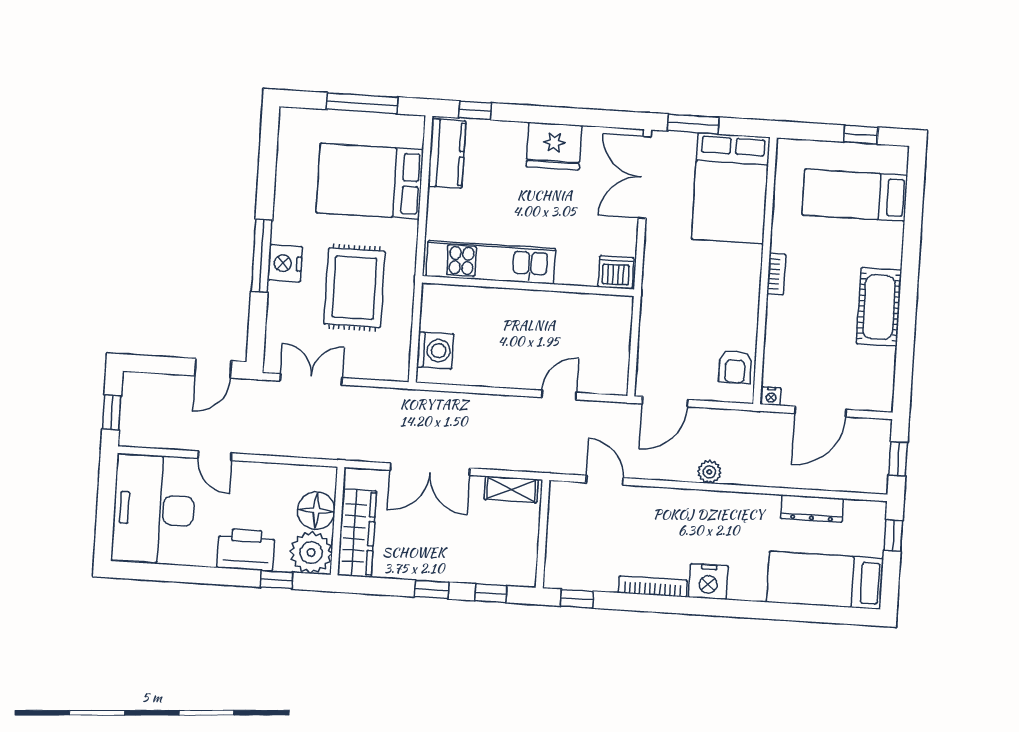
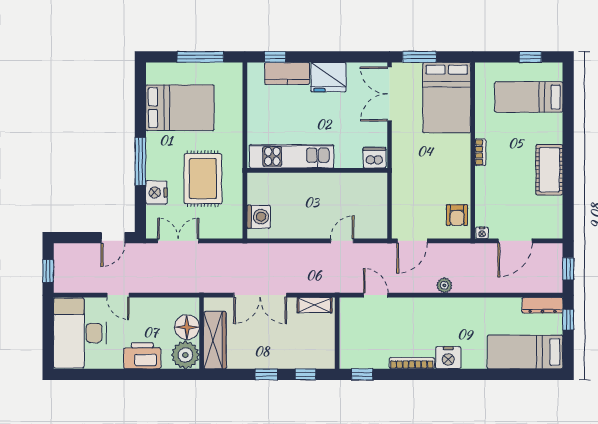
kitchen counter: (447, 154) -> (287, 73), moved, turned 90
bed: (370, 181) -> (180, 108), moved, turned 180
nightstand: (285, 263) -> (156, 192), moved
dresser: (812, 509) -> (542, 305), moved
window: (276, 580) -> (164, 374), removed

